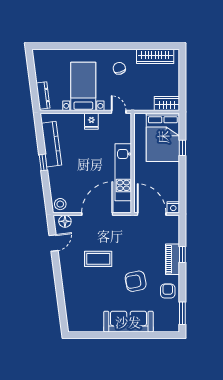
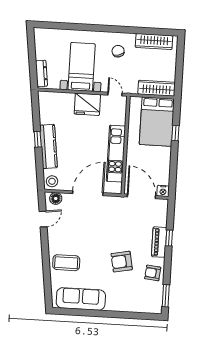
wardrobe: (167, 104) -> (157, 88), width x1.50
fridge: (91, 121) -> (87, 104), width x1.88, depth x1.34
kitchen counter: (51, 144) -> (49, 146), moved
coffee table: (98, 259) -> (66, 263), moved
armchair: (168, 291) -> (153, 273), turned -84
sofa: (128, 322) -> (81, 299), moved

